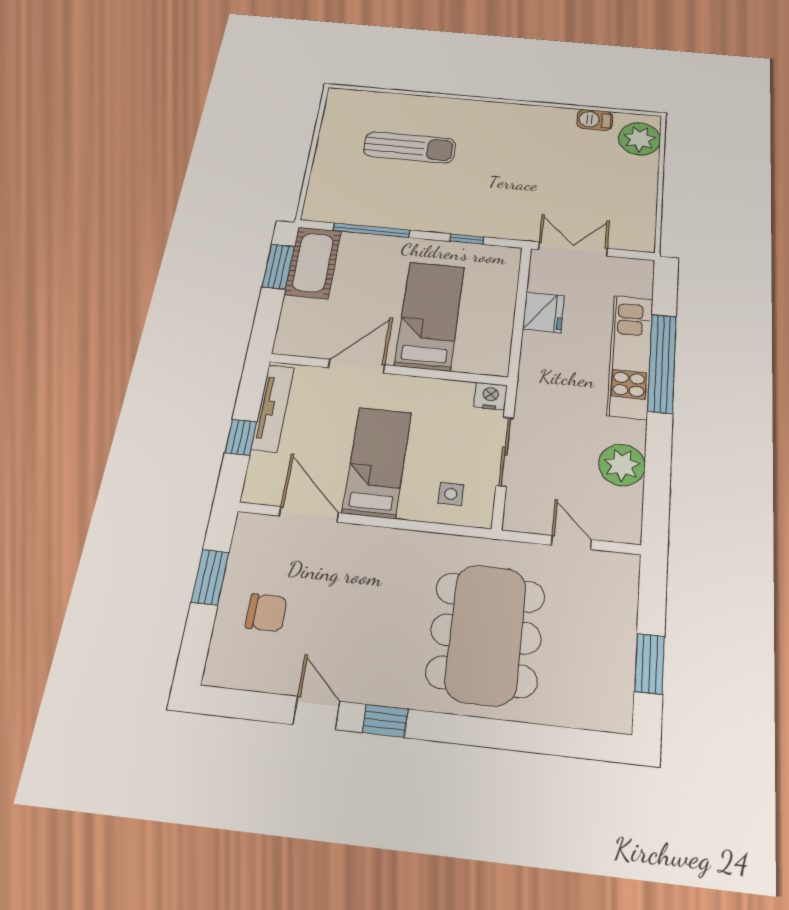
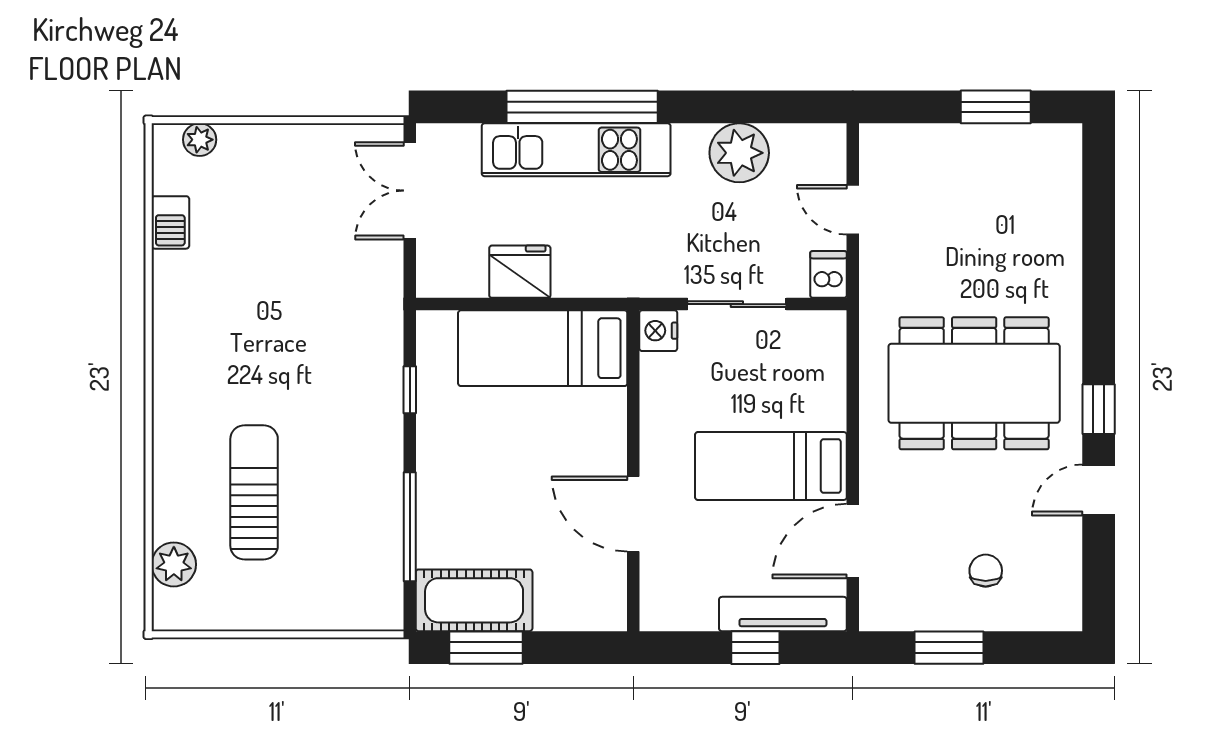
plant: (369, 102) -> (174, 564), added
plant: (640, 139) -> (200, 140), width x0.53, depth x0.53
double door: (573, 249) -> (410, 191), moved
bed: (430, 316) -> (543, 348), moved
tv unit: (273, 408) -> (783, 614), moved
side table: (451, 494) -> (804, 367), removed
dishwasher: (521, 519) -> (828, 274), added
door: (571, 542) -> (853, 210), hinge flipped
chair: (266, 613) -> (986, 571), width x0.73, depth x0.73
dining table: (486, 634) -> (974, 383), moved

